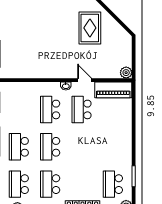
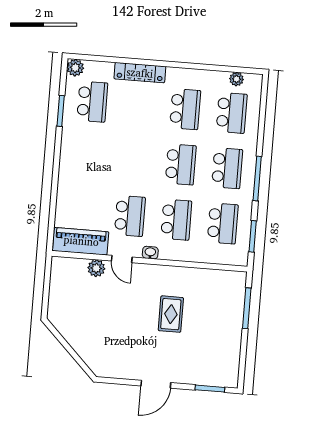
rug: (90, 28) -> (171, 314), moved, width x0.73, depth x0.70
plant: (126, 73) -> (96, 268), moved
school desk: (19, 109) -> (223, 223), added

